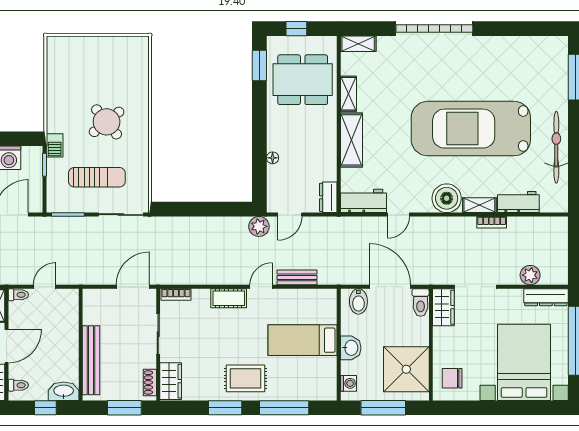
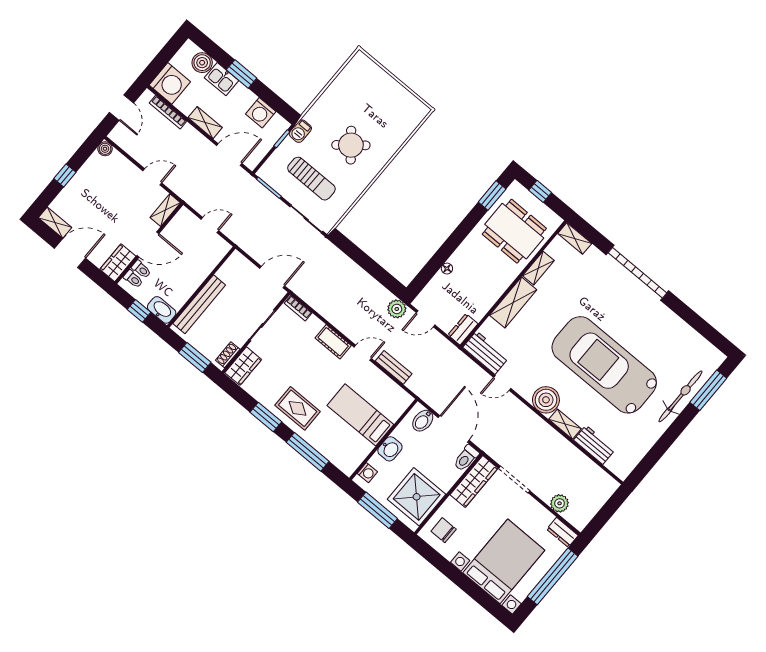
bicycle: (556, 147) -> (680, 396), moved
bookcase: (492, 222) -> (564, 443), removed
toilet: (18, 295) -> (141, 269), moved
dresser: (546, 297) -> (562, 532), width x0.70
wardrobe: (443, 307) -> (474, 481), width x1.50

